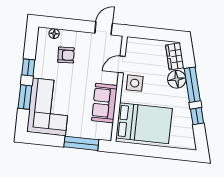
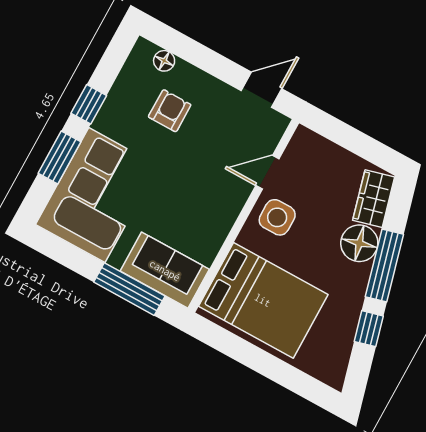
armchair: (66, 55) -> (170, 111), turned -87
sofa: (105, 103) -> (165, 270), moved, turned 90

